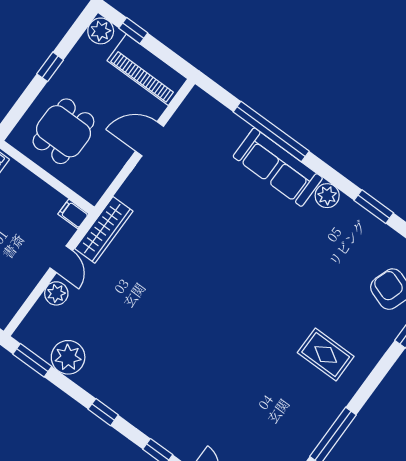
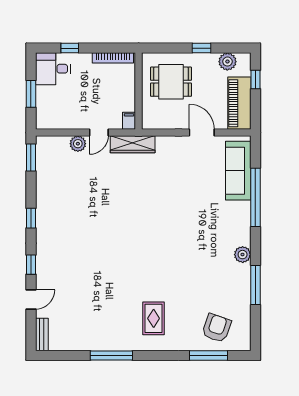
plant: (101, 31) -> (227, 62), moved
sofa: (278, 167) -> (238, 171), moved
window: (374, 207) -> (255, 285), width x1.44
plant: (68, 357) -> (47, 176), removed

